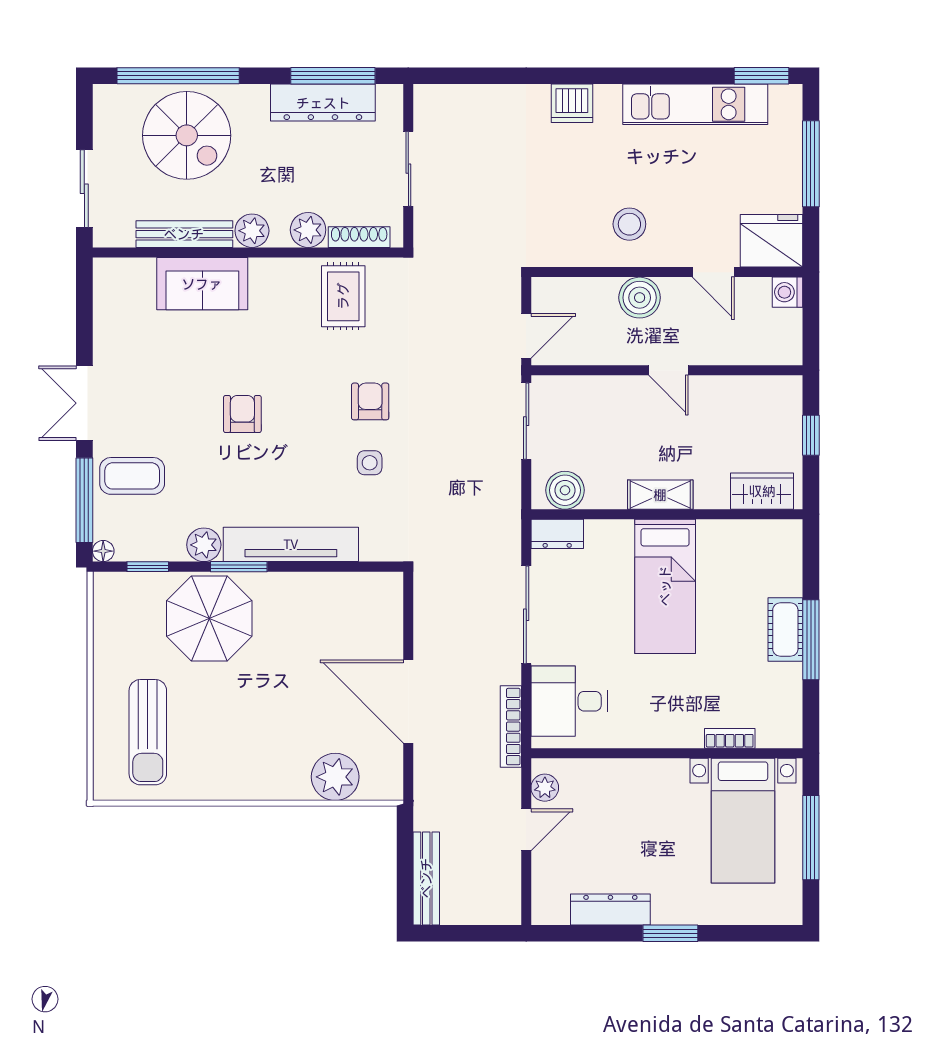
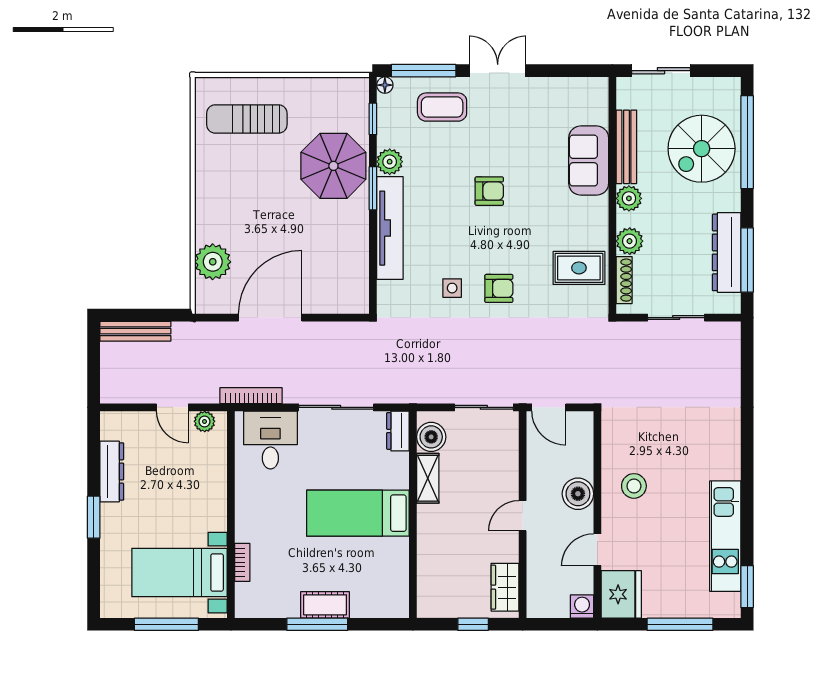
dishwasher: (572, 103) -> (726, 442), removed
coffee table: (132, 476) -> (442, 107), turned 90
wardrobe: (762, 491) -> (505, 587), moved, turned 180
shelving: (660, 495) -> (428, 478), moved

